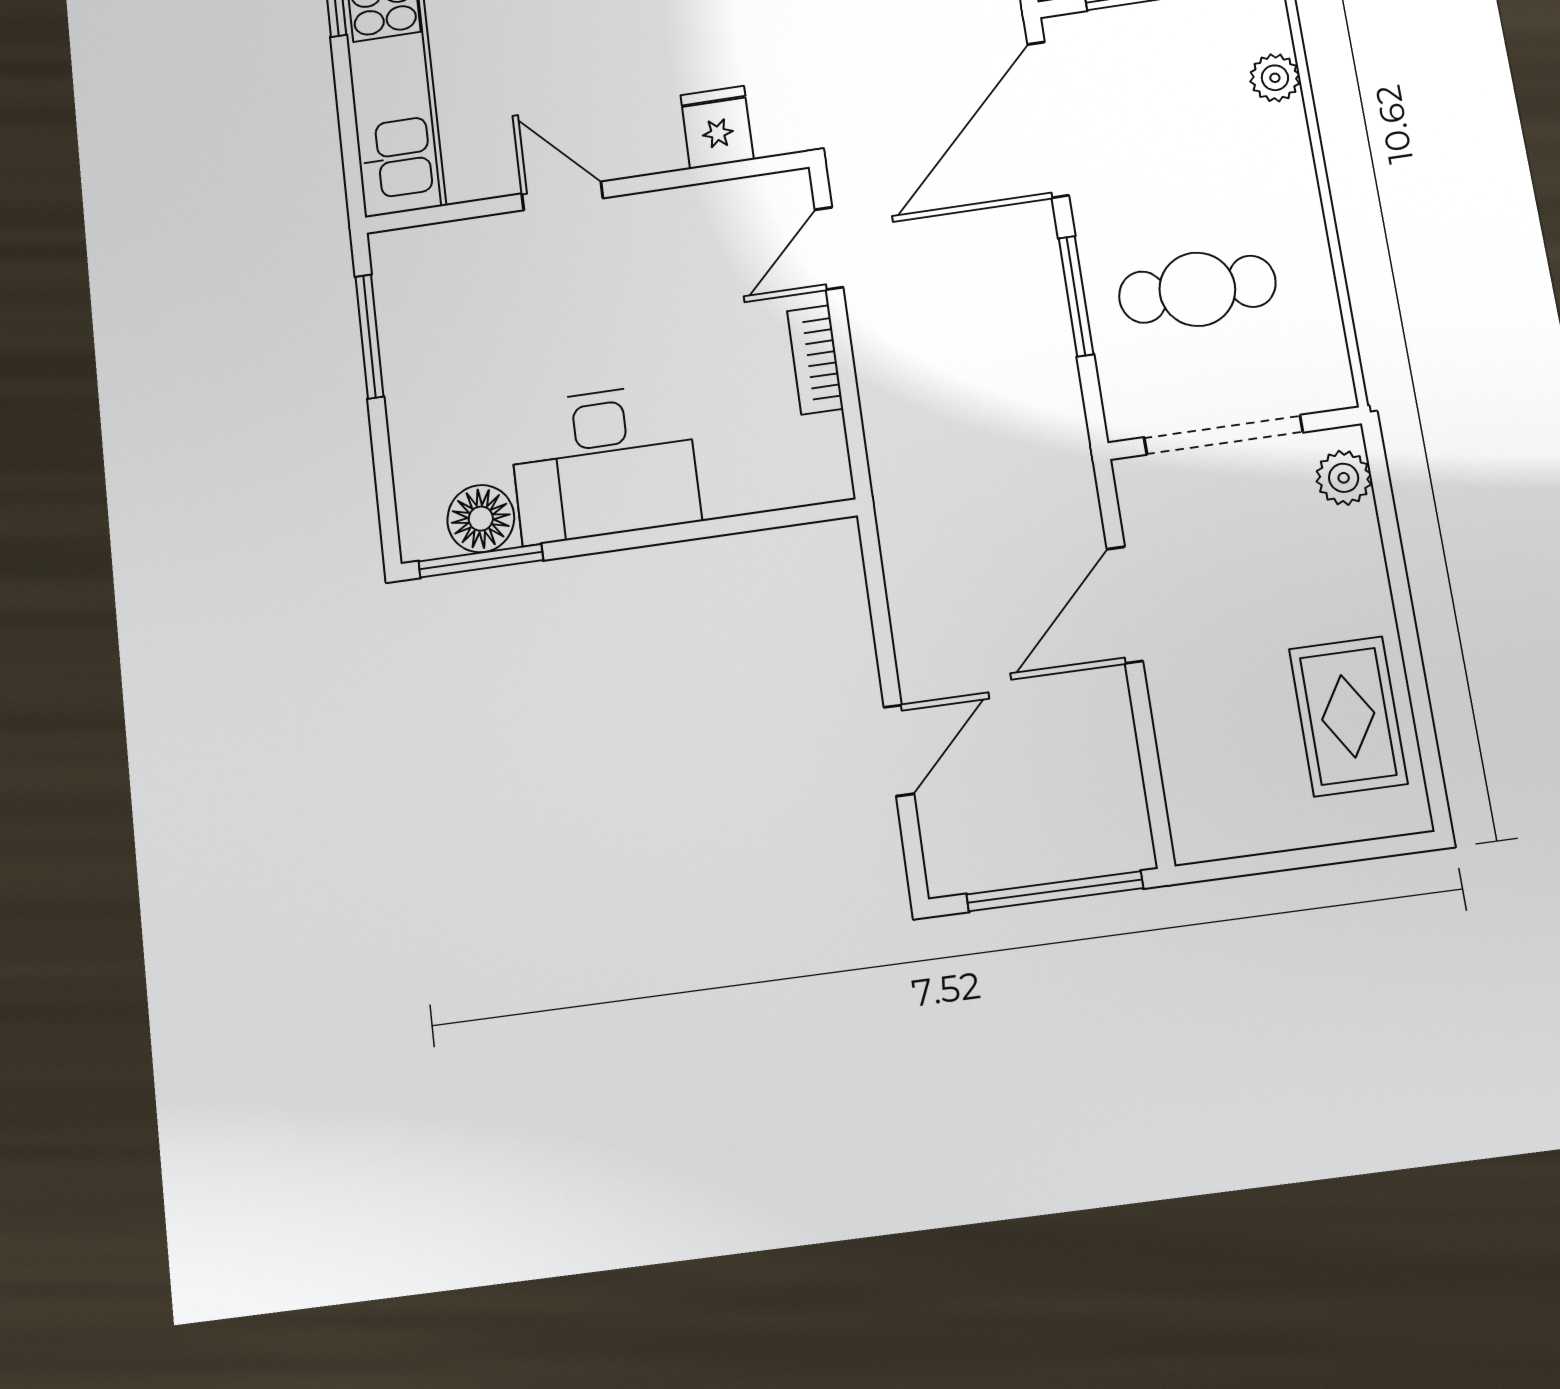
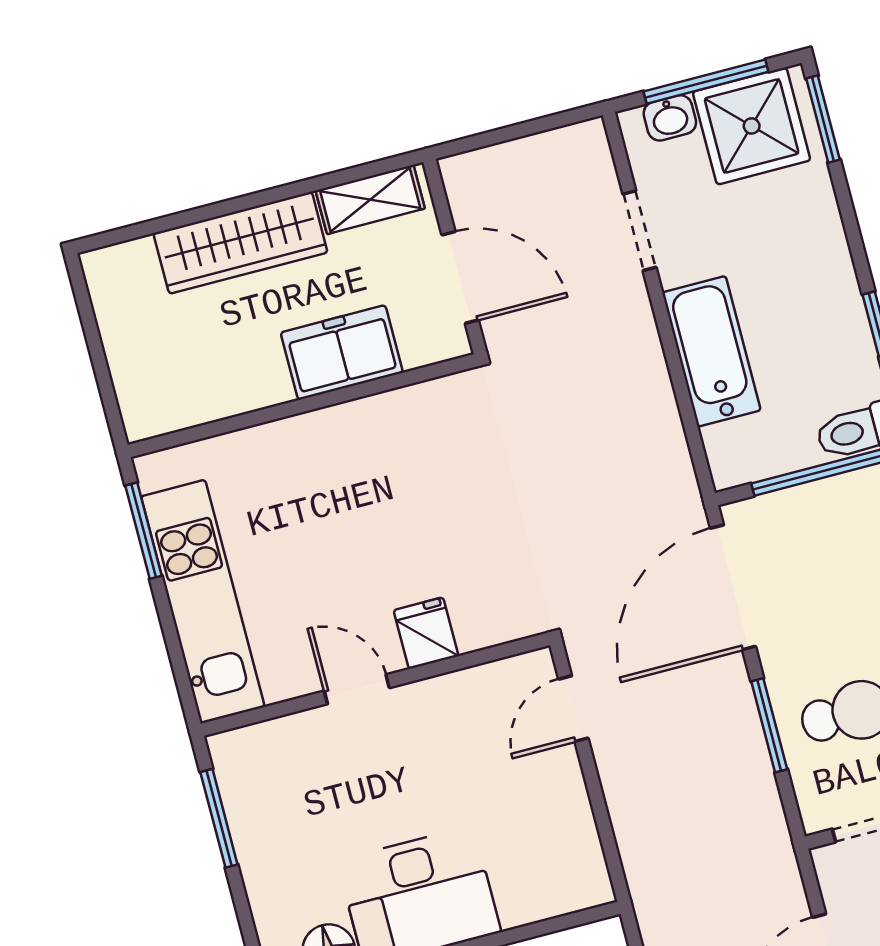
fridge: (717, 127) -> (426, 633), moved
bookcase: (815, 360) -> (573, 797), removed

